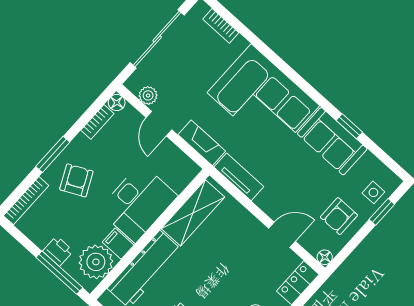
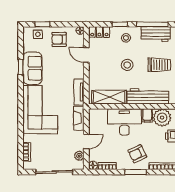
armchair: (339, 216) -> (59, 39), turned 180
stool: (215, 280) -> (127, 65), added

